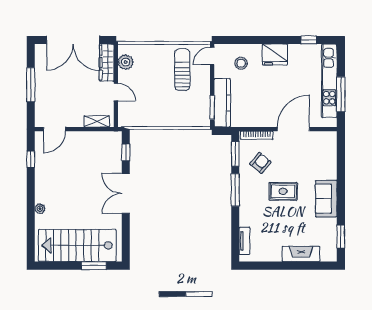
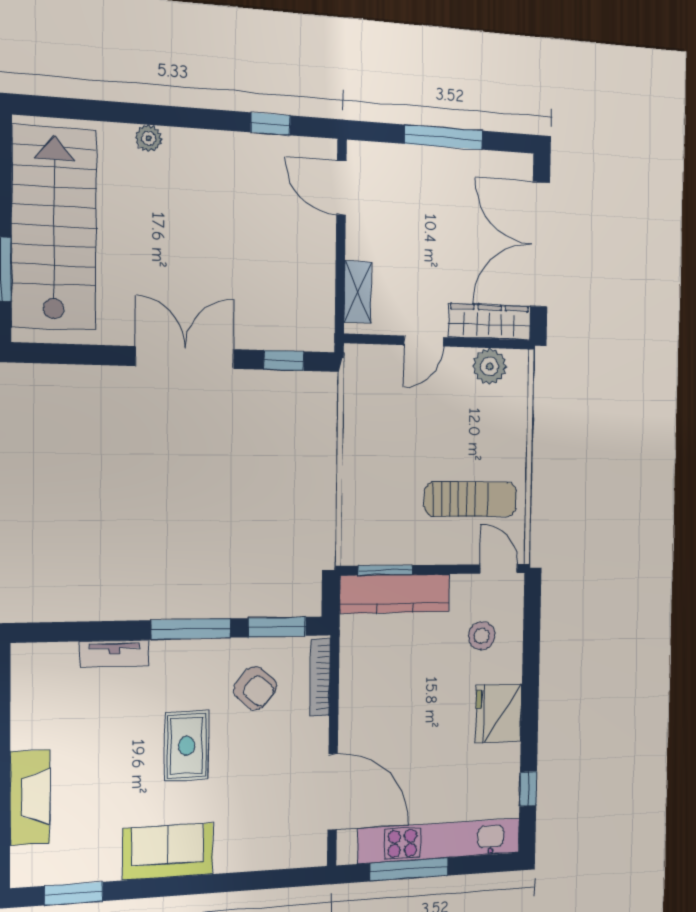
door: (293, 129) -> (333, 792), moved
tv unit: (244, 241) -> (114, 654), moved

